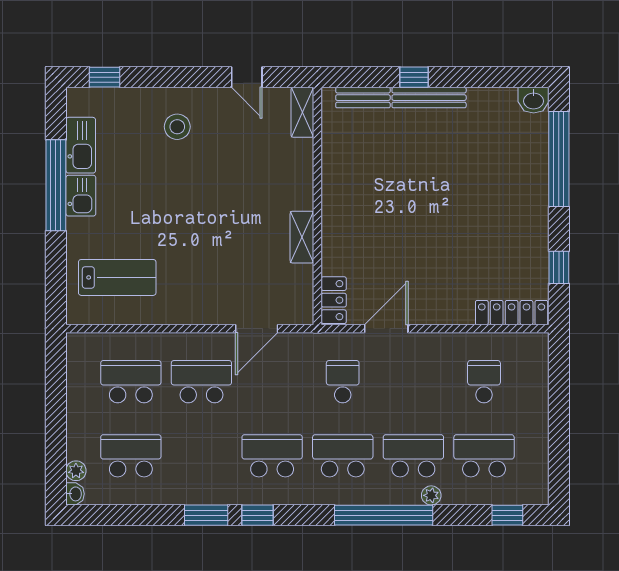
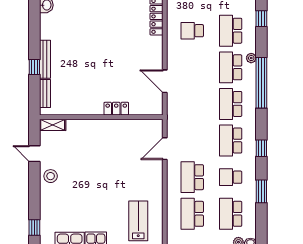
door: (247, 77) -> (34, 154), swing flipped
stool: (177, 127) -> (51, 176), moved
shelving: (302, 237) -> (117, 125), removed
locker: (334, 300) -> (116, 109), moved
door: (257, 329) -> (165, 149), swing flipped
school desk: (343, 382) -> (231, 177), moved
window: (206, 515) -> (261, 191), moved

